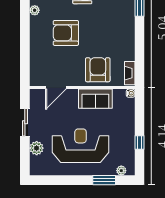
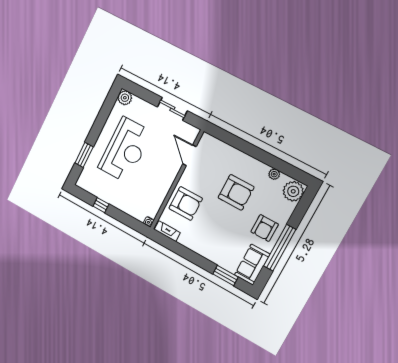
armchair: (66, 33) -> (236, 192), turned 90
sofa: (95, 99) -> (160, 187), removed
plant: (37, 148) -> (125, 98), moved
plant: (121, 171) -> (85, 175), removed

